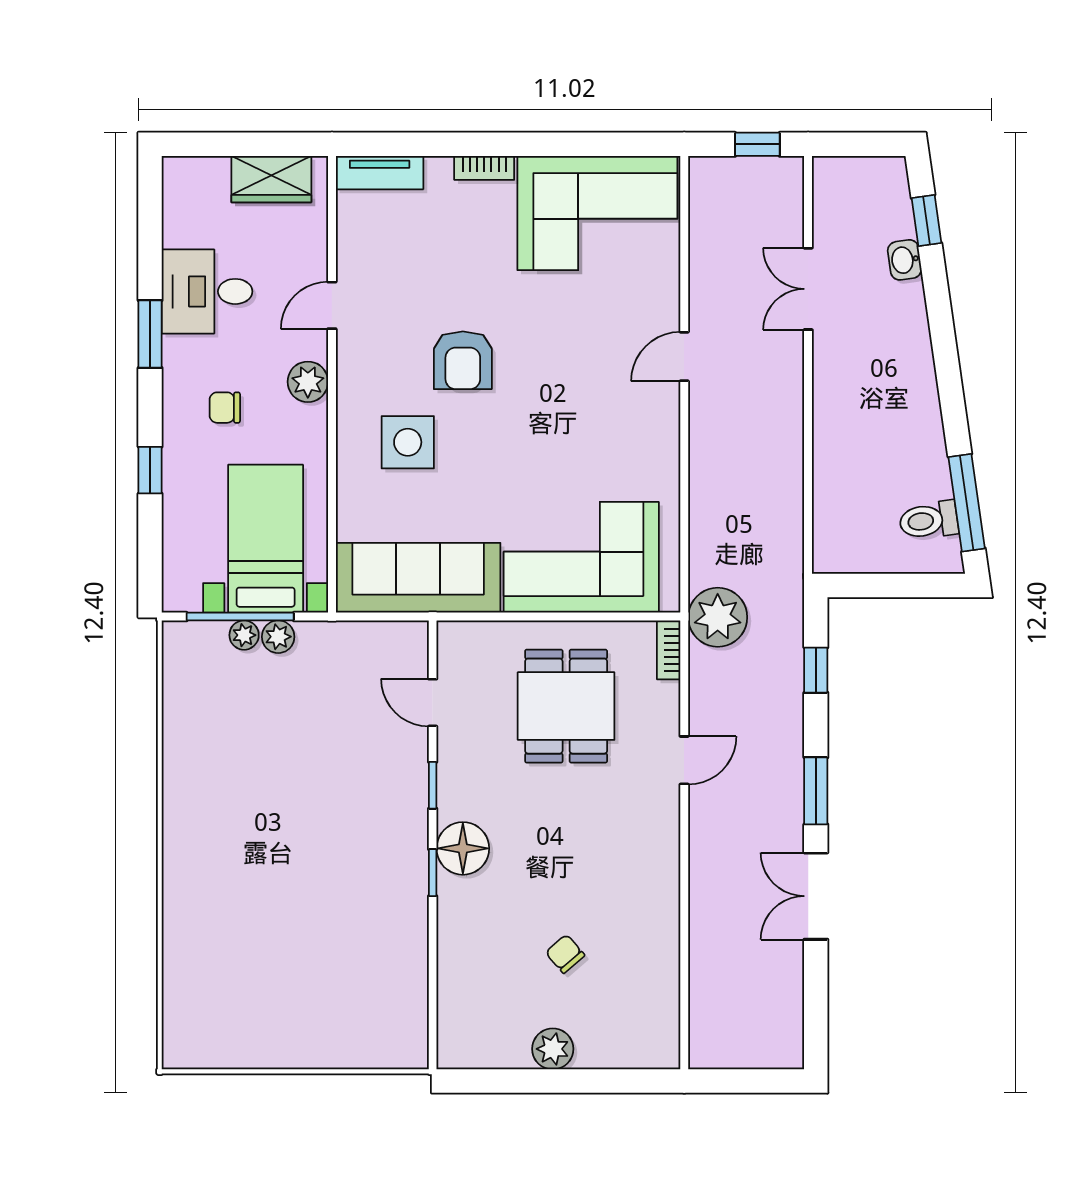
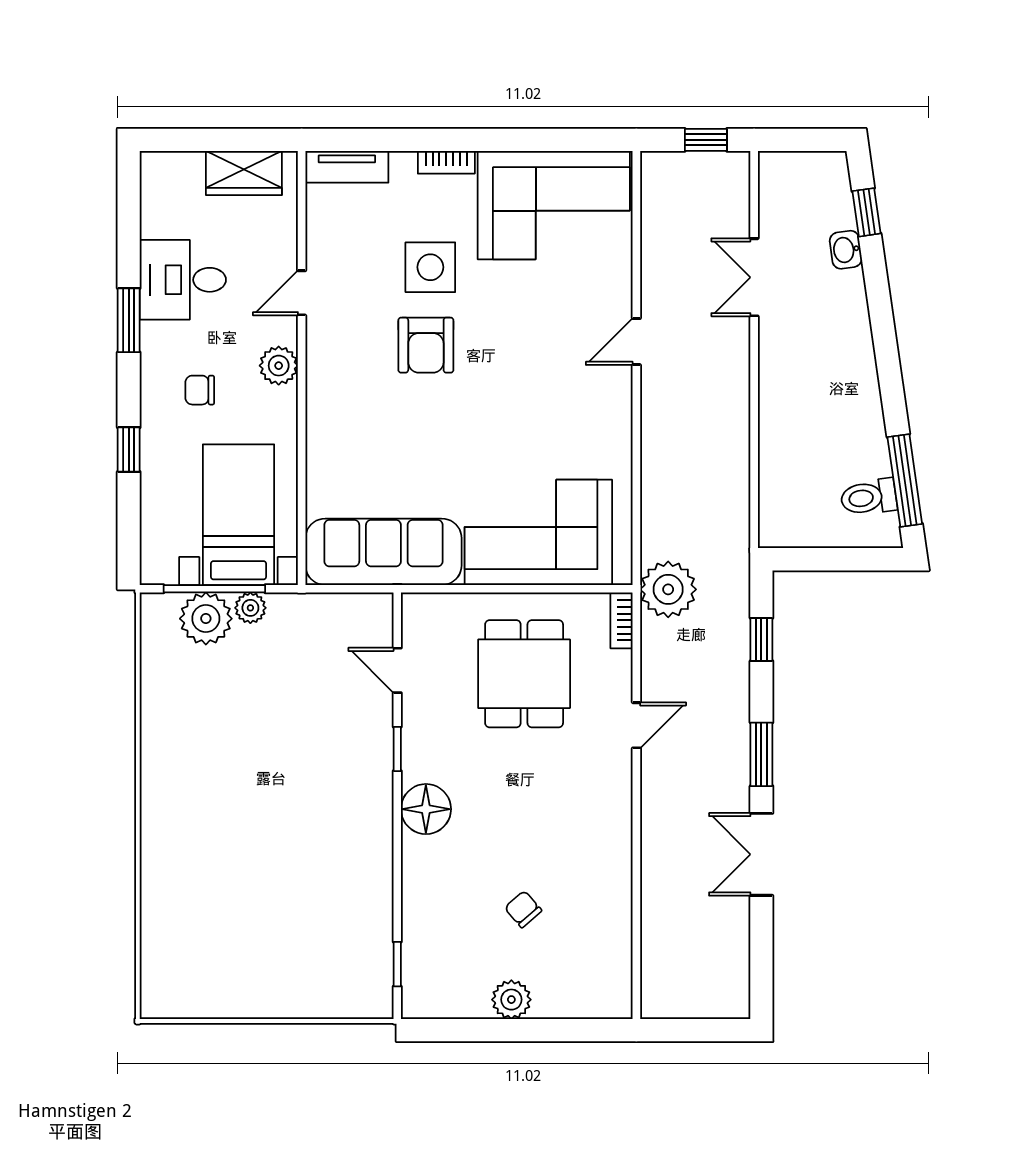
side table: (408, 442) -> (430, 267), moved
plant: (244, 635) -> (206, 619), width x1.88, depth x1.88
window: (433, 873) -> (397, 964), moved

